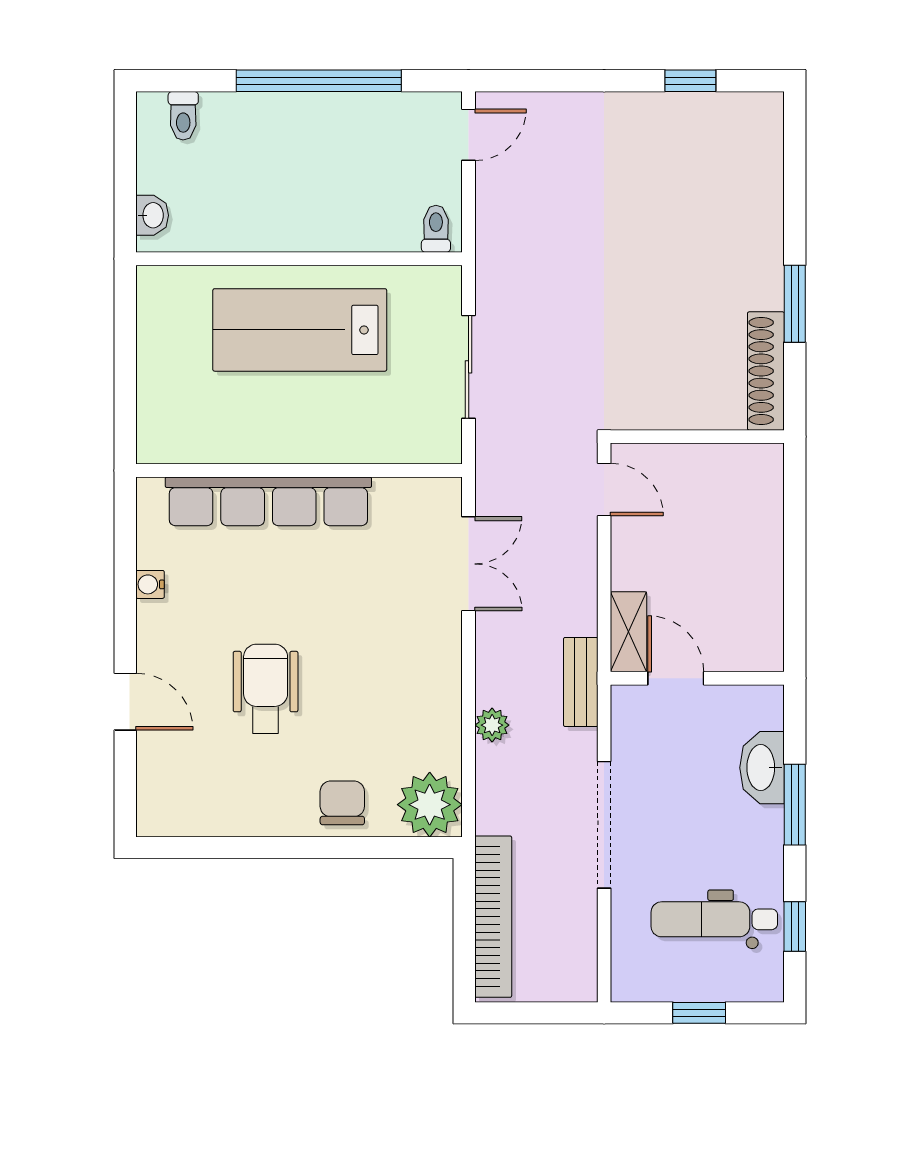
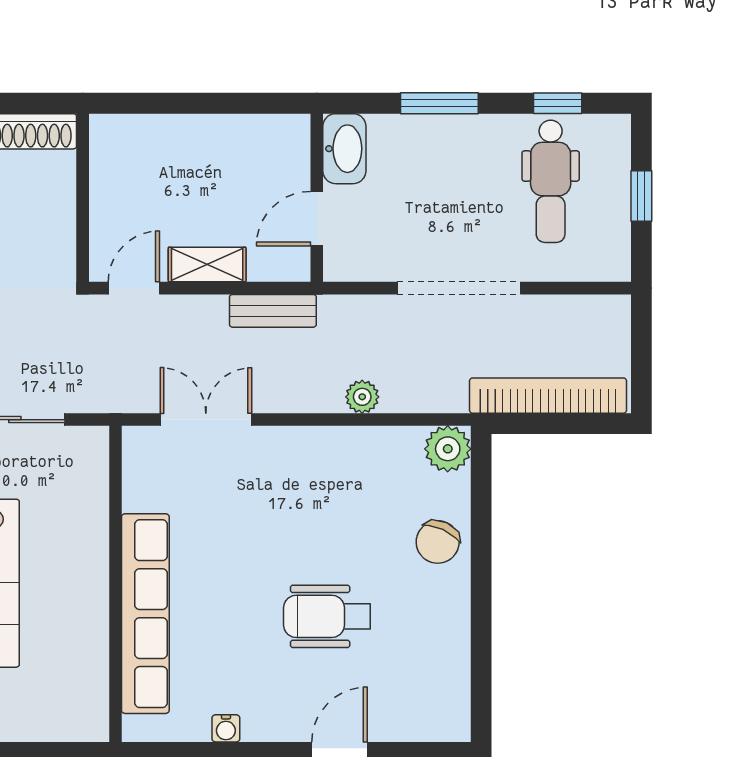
shelving: (628, 632) -> (207, 264), moved
bench: (581, 682) -> (273, 311), moved
washbasin: (762, 768) -> (344, 149), moved, turned -90
chair: (342, 803) -> (438, 542), turned -65
plant: (430, 805) -> (448, 449), width x0.73, depth x0.73

